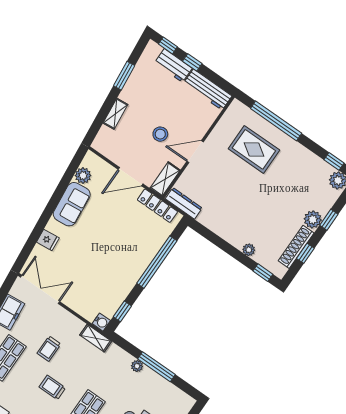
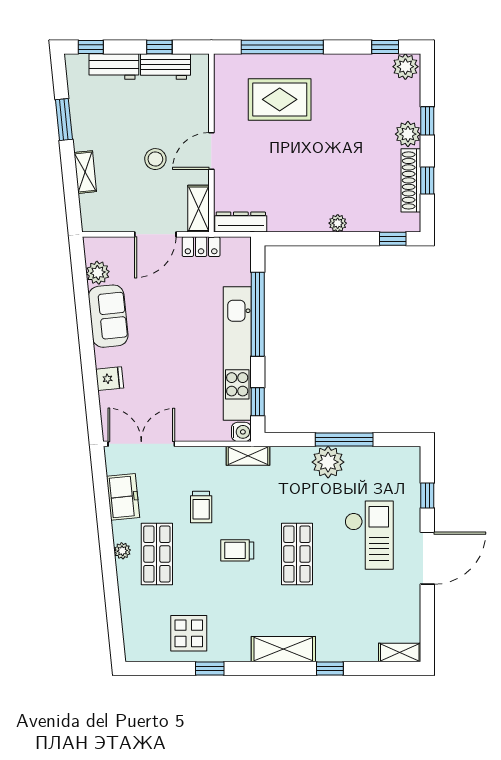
window: (192, 62) -> (159, 47), moved
workbench: (208, 90) -> (165, 67), width x0.73
locker: (157, 206) -> (201, 247), width x0.66
plant: (249, 250) -> (338, 223), moved
kitchen unit: (130, 276) -> (237, 354), added
plant: (137, 366) -> (328, 462), width x1.88, depth x1.88

